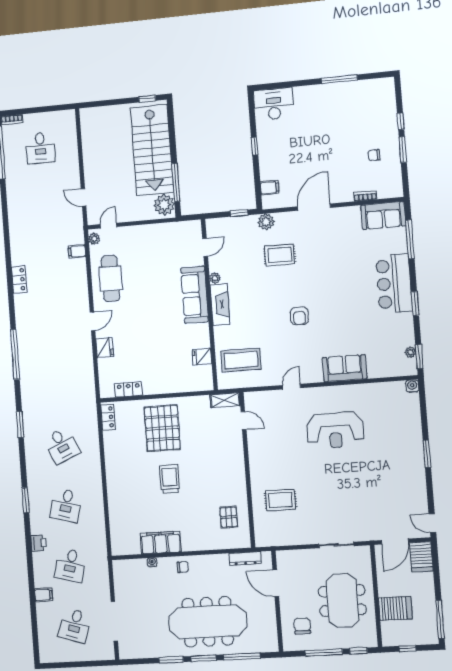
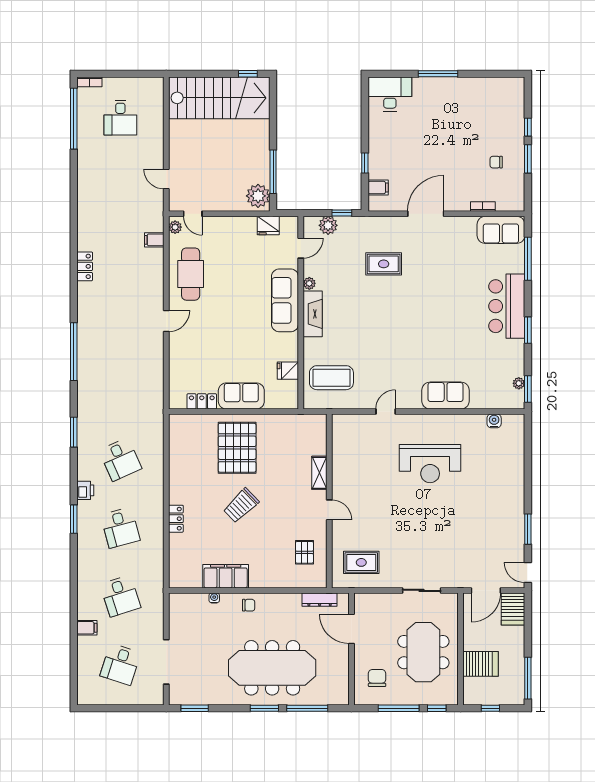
window: (339, 79) -> (438, 74), moved
window: (255, 146) -> (365, 163), moved
stairs: (152, 150) -> (219, 98), moved, turned -90
plant: (266, 222) -> (328, 225), moved
door: (109, 226) -> (193, 214), swing flipped
armchair: (299, 316) -> (400, 334), removed
fridge: (105, 348) -> (268, 226), moved, turned 90
sofa: (163, 382) -> (241, 396), added
water cooler: (412, 386) -> (494, 421), moved
shelving: (225, 400) -> (319, 473), moved, turned 90
locker: (108, 417) -> (176, 519), moved
door: (244, 421) -> (329, 510), moved
window: (427, 454) -> (528, 529), moved
trolley: (170, 479) -> (241, 506), turned -134
rug: (280, 500) -> (361, 562), moved
desk: (66, 505) -> (120, 528), turned -30
printer: (38, 543) -> (85, 490), moved
desk: (70, 565) -> (120, 596), turned -33
window: (171, 660) -> (195, 708), moved

